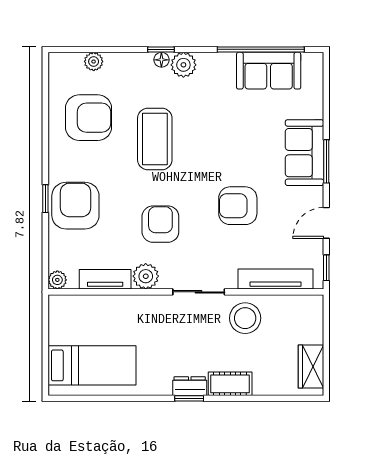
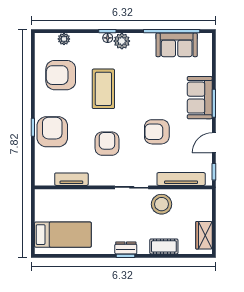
armchair: (89, 118) -> (61, 75), turned 180
plant: (146, 276) -> (98, 177), removed
plant: (57, 280) -> (41, 180), removed
cot: (230, 384) -> (164, 246), moved

